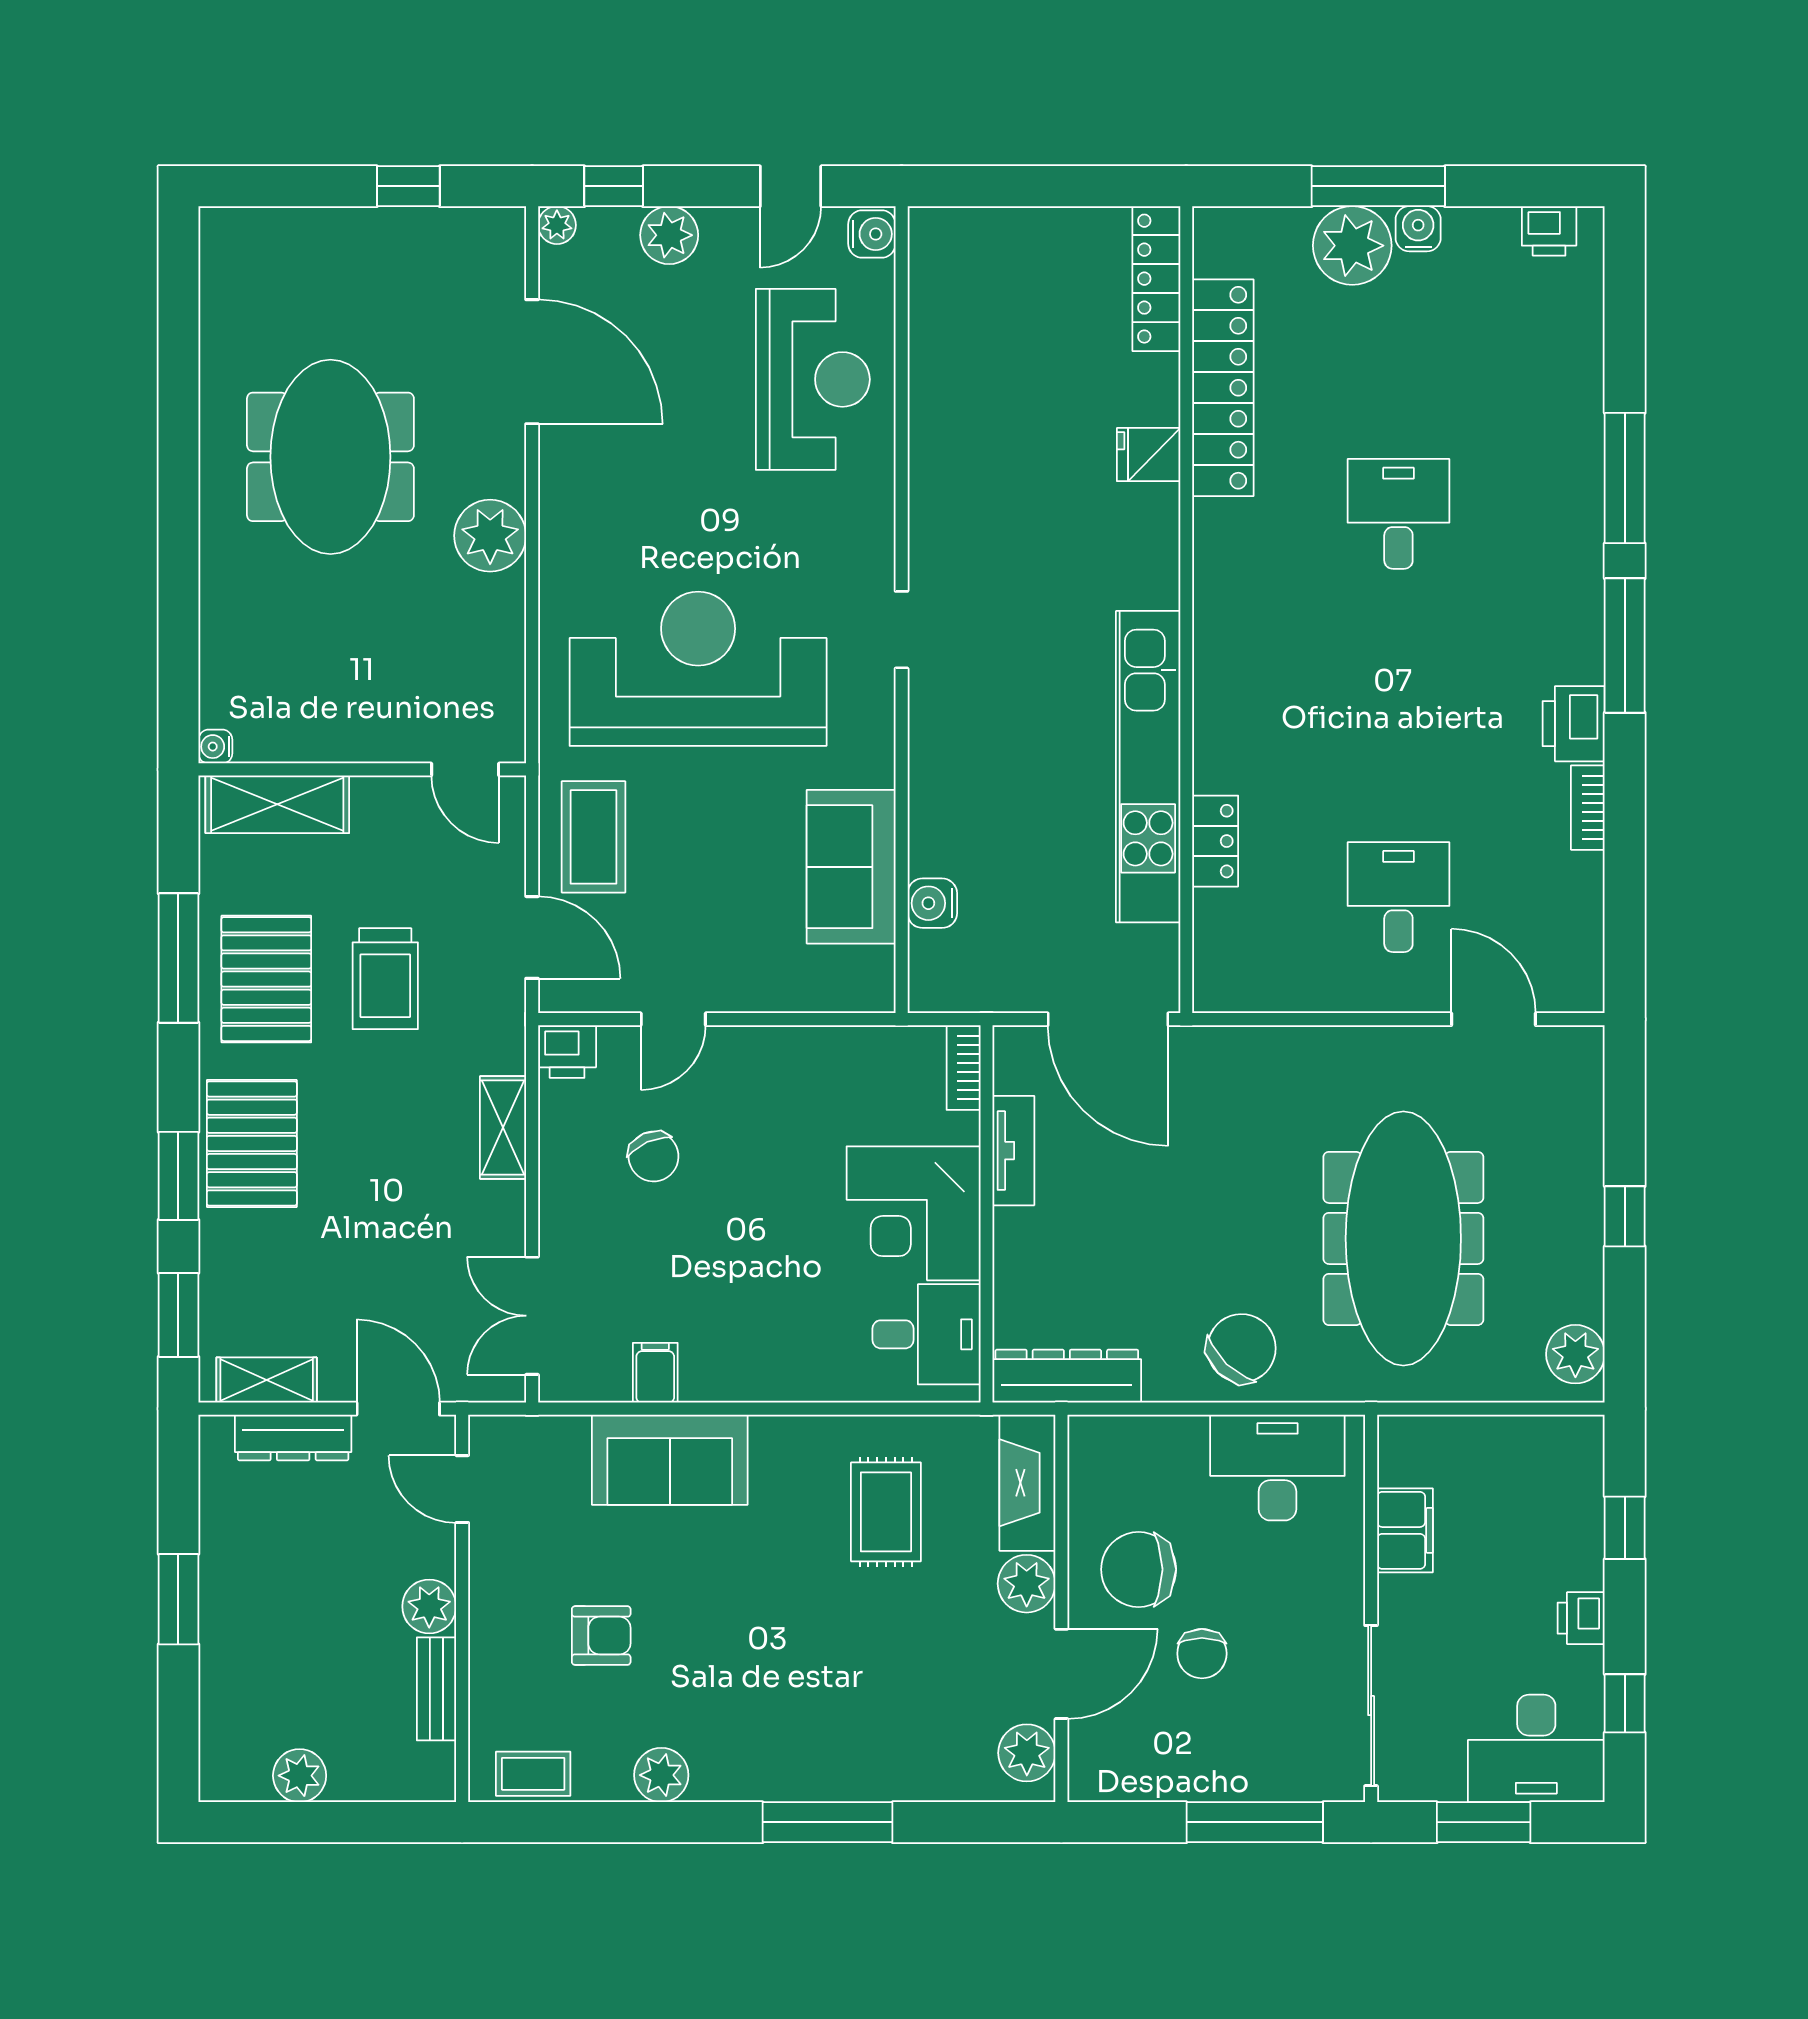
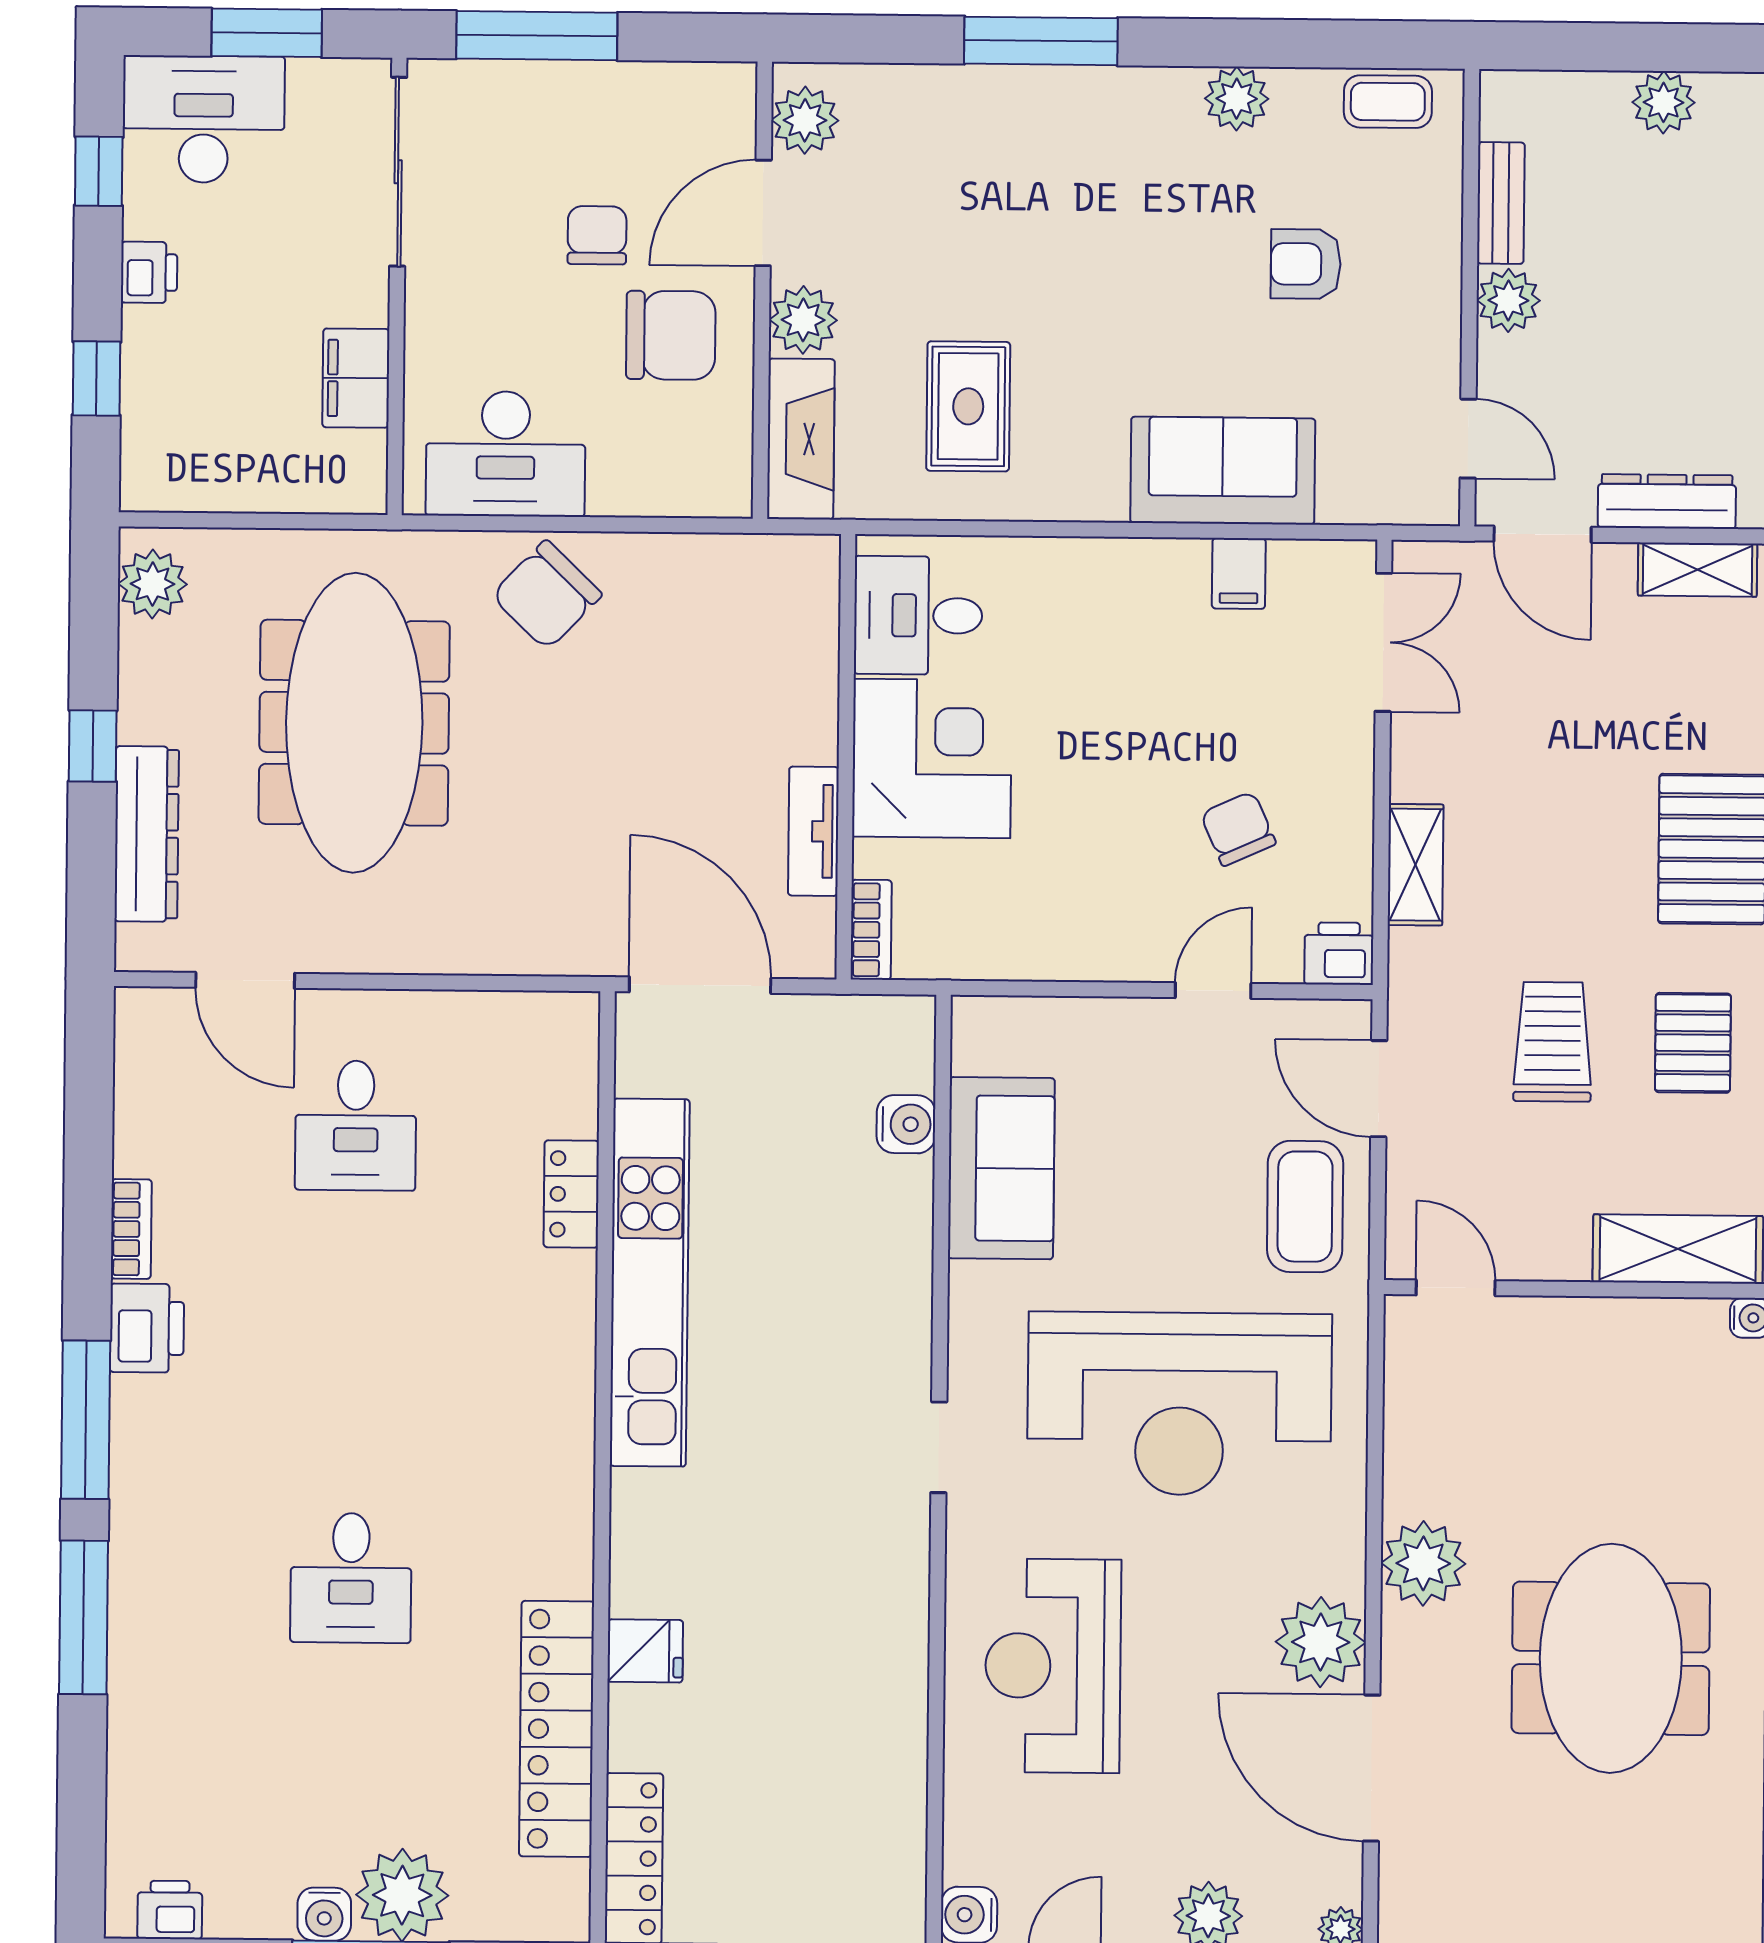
reception desk: (813, 379) -> (1053, 1666), moved
plant: (576, 468) -> (1321, 1642), added
pallet: (266, 979) -> (1693, 1043), width x0.67, depth x0.71
dresser: (1067, 1376) -> (147, 834), moved, turned -90

